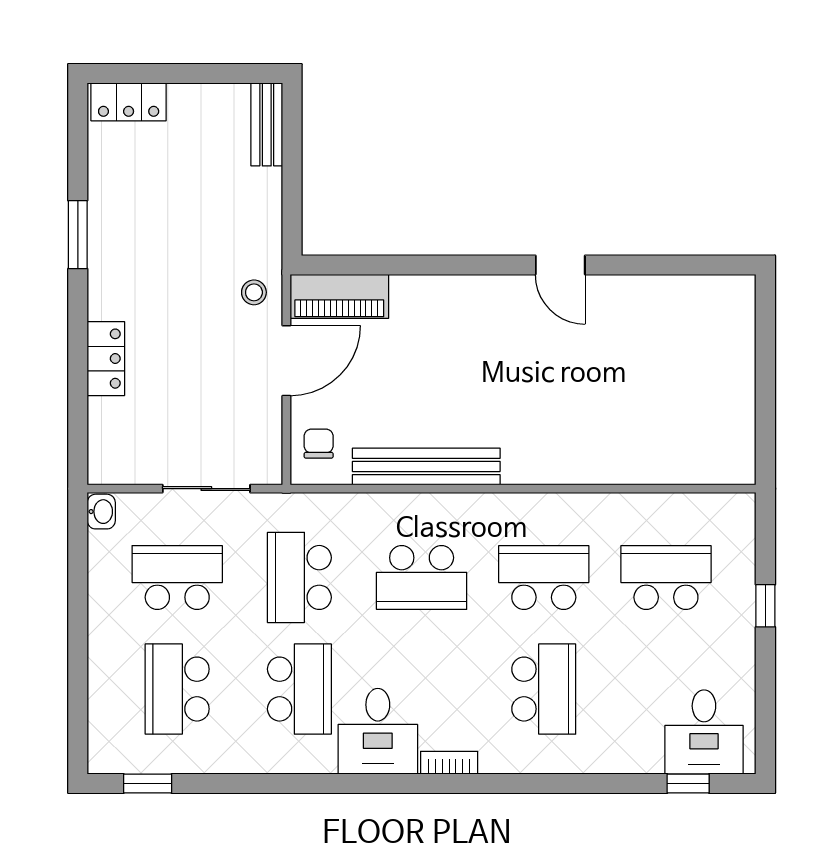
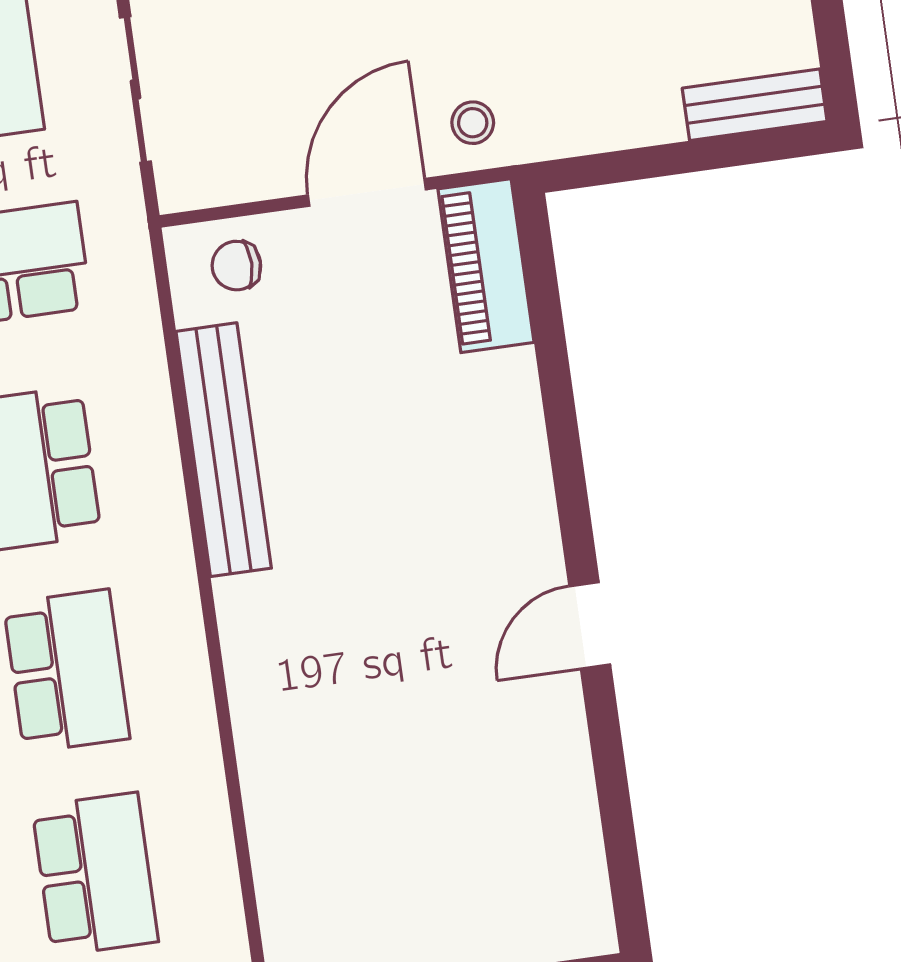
door: (286, 361) -> (367, 192), swing flipped
chair: (319, 444) -> (236, 266), turned 180

